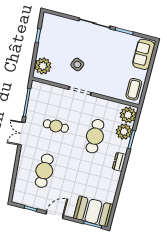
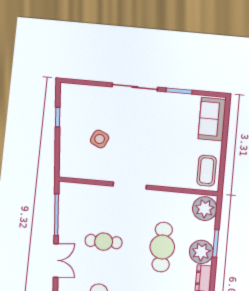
side table: (77, 64) -> (100, 139), moved
plant: (43, 66) -> (71, 159), removed
plant: (124, 132) -> (201, 252), moved
double door: (22, 134) -> (56, 260), swing flipped

